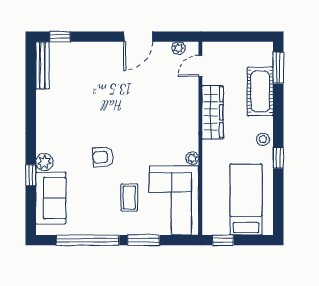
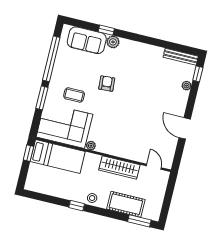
plant: (179, 48) -> (187, 86), moved
bed: (246, 199) -> (58, 157), moved

